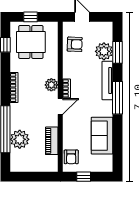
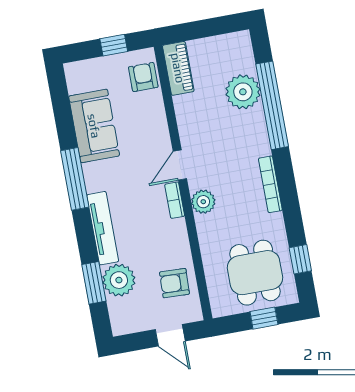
window: (118, 98) -> (75, 179), moved
piano: (52, 141) -> (178, 68), moved

